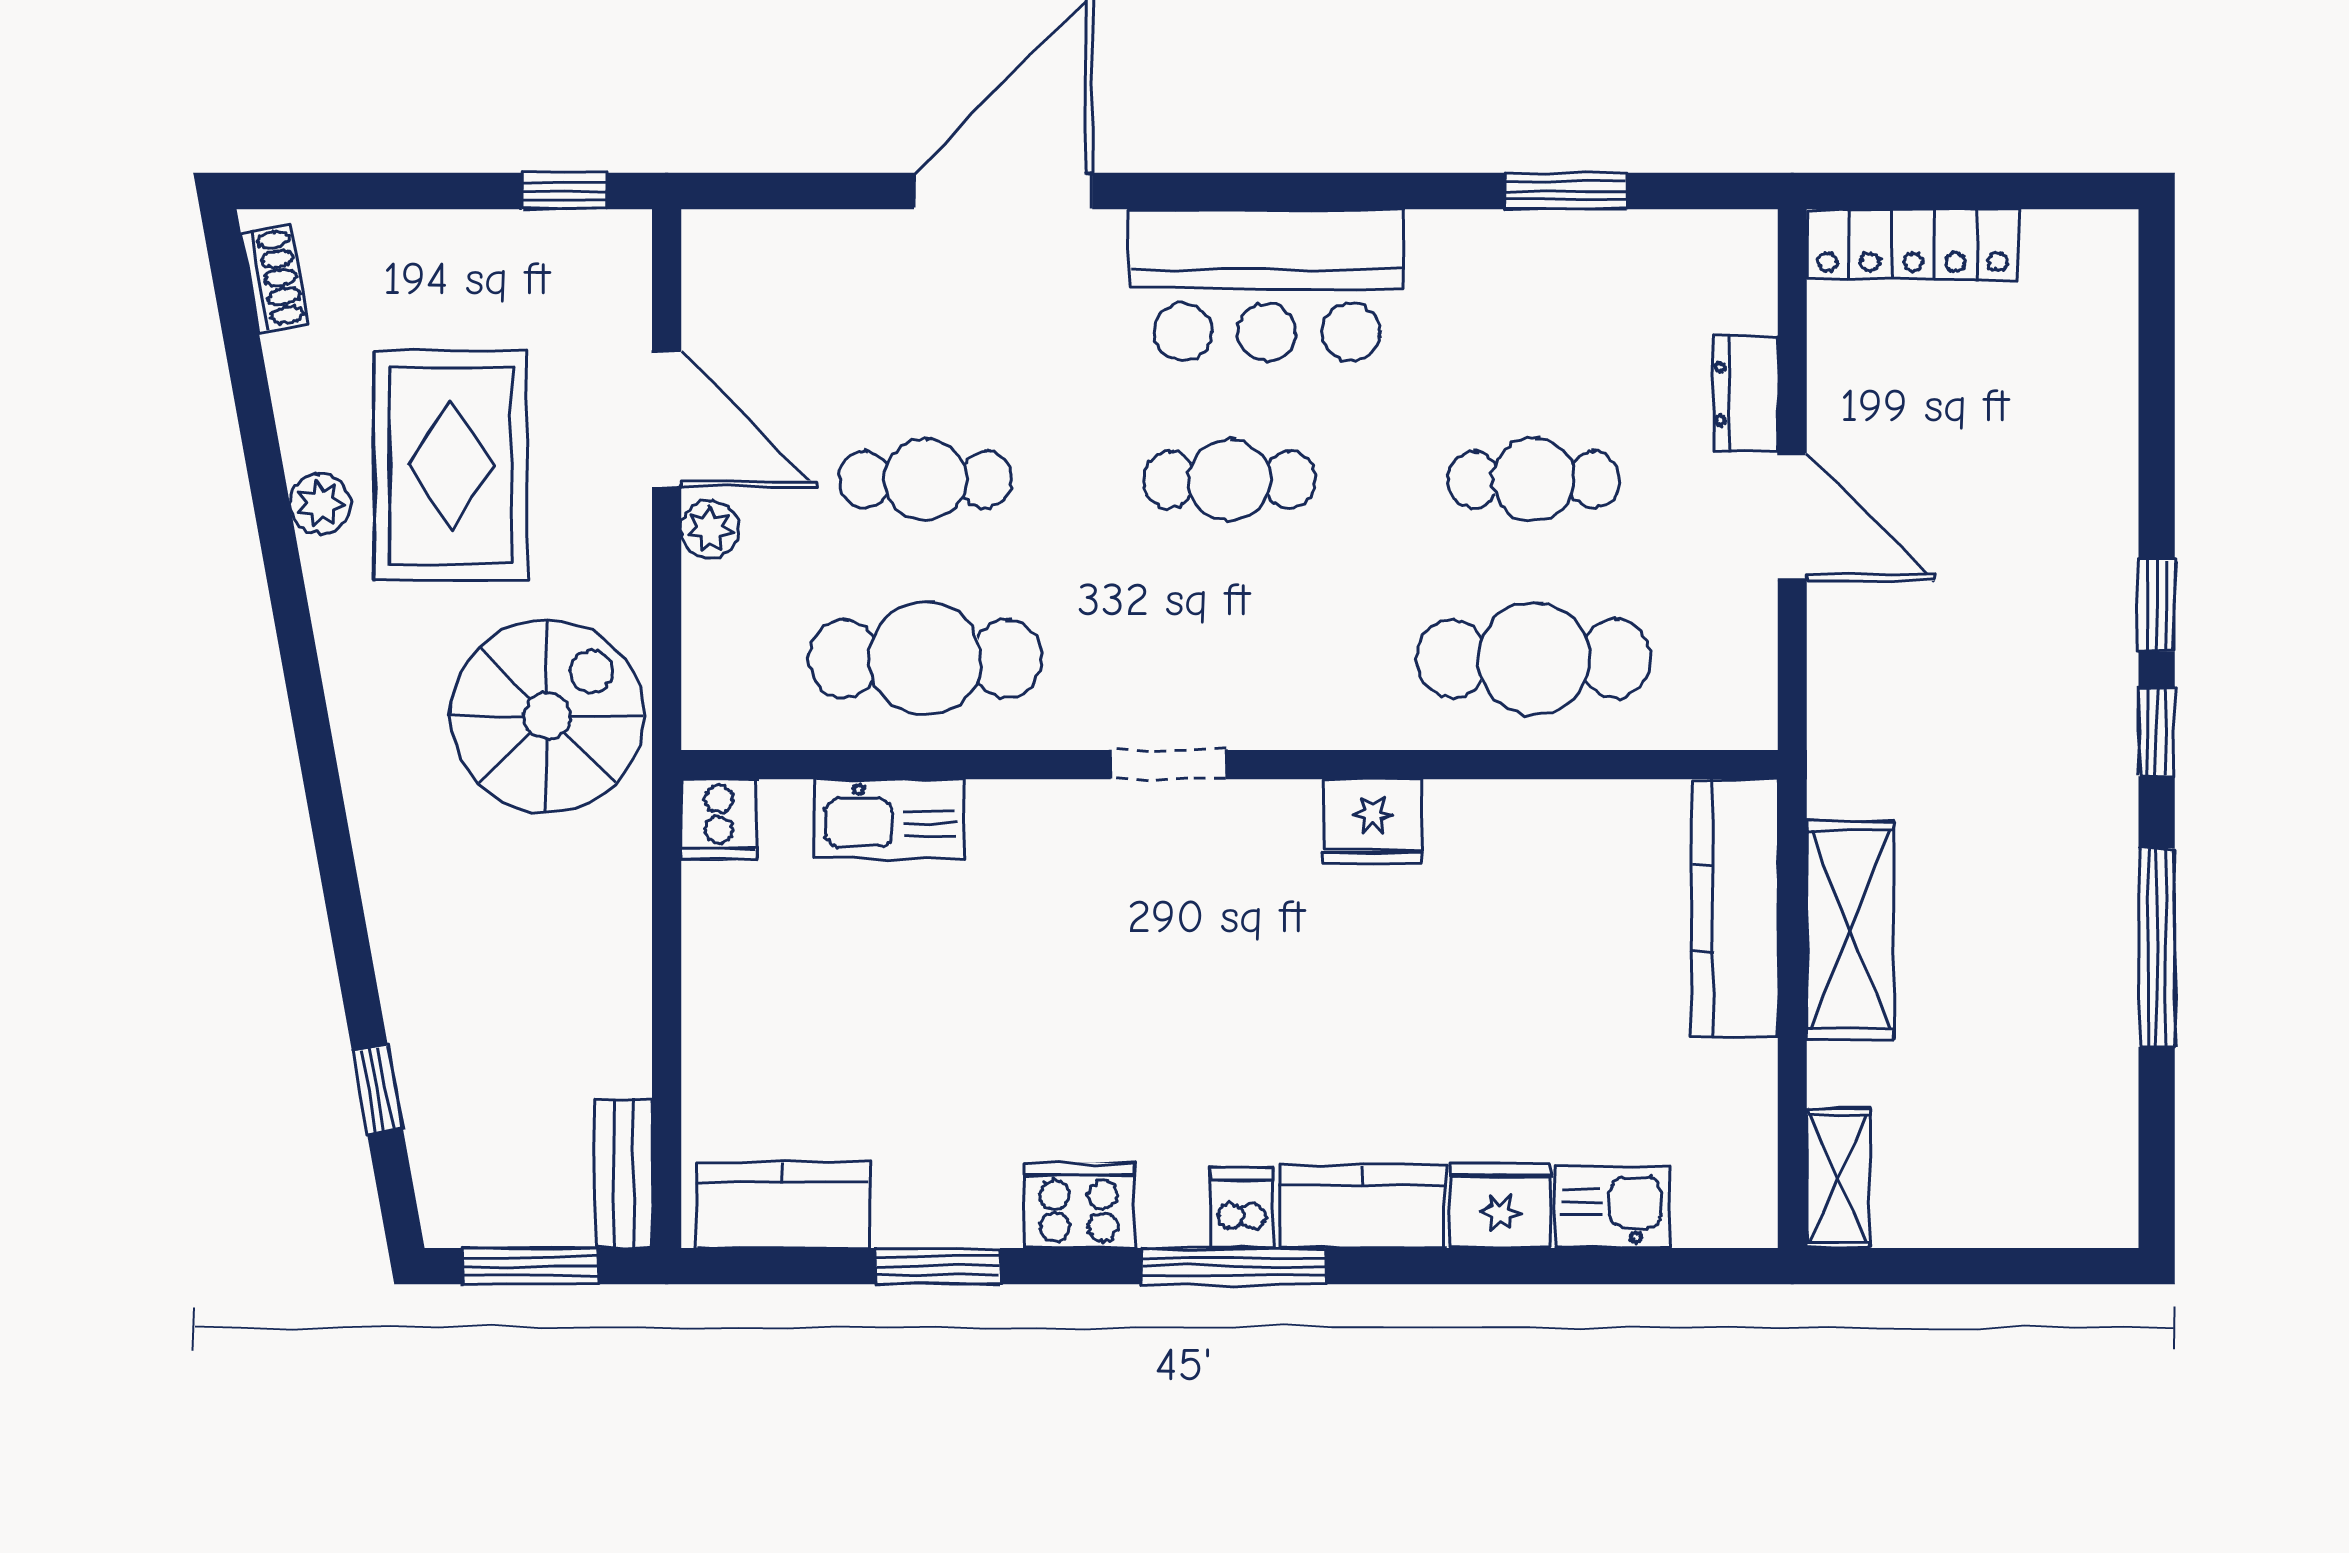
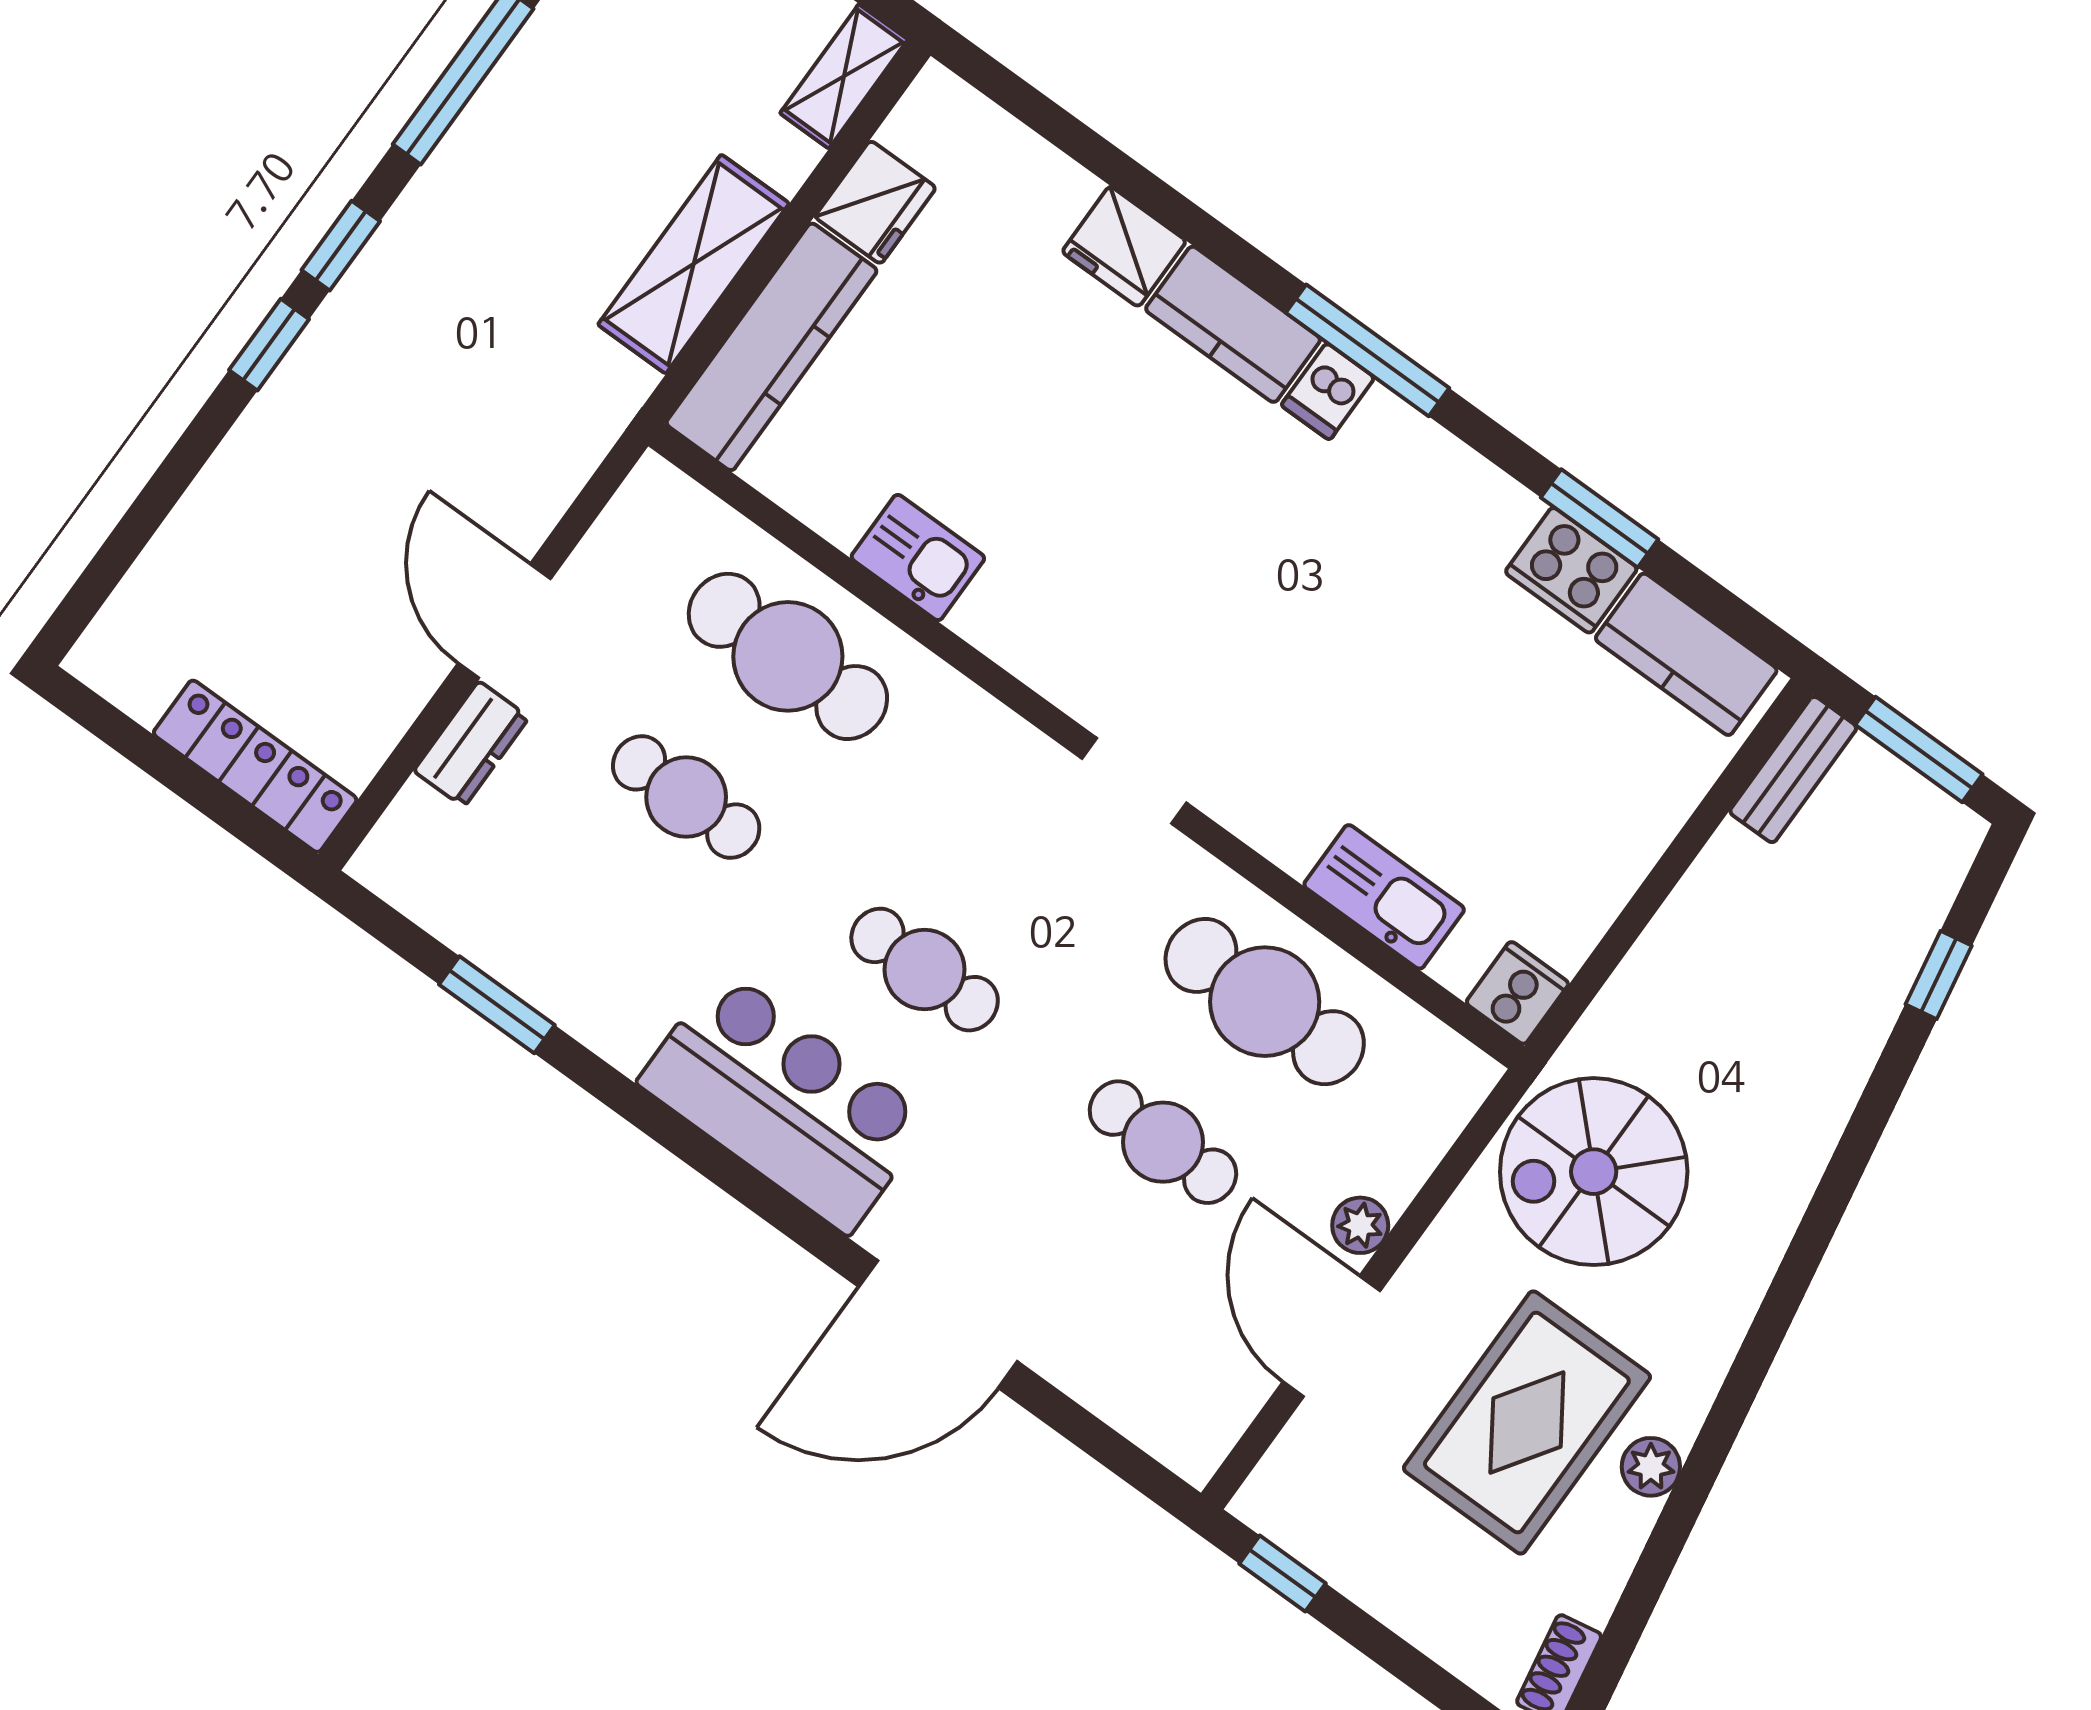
fridge: (1373, 822) -> (875, 202), moved, turned 90
cooker: (1079, 1206) -> (1571, 570), moved
kitchen sink: (1613, 1207) -> (918, 558), moved, turned 180

